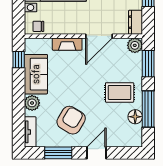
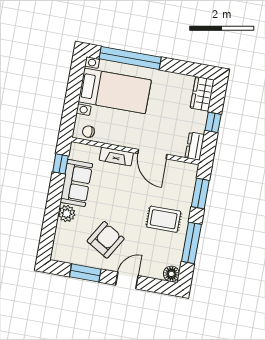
door: (99, 36) -> (152, 154), hinge flipped
plant: (135, 45) -> (189, 171), removed
floor lamp: (135, 117) -> (171, 274), moved
tv unit: (30, 132) -> (59, 245), removed

